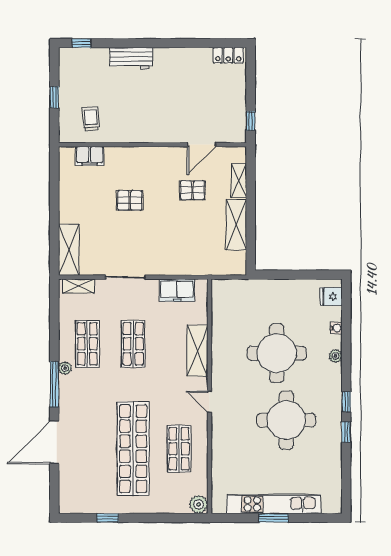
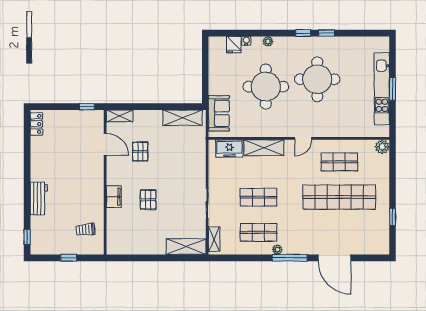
filing cabinet: (90, 156) -> (114, 197), moved
shelving: (239, 181) -> (120, 116), moved
shelving: (236, 225) -> (183, 118), moved
freezer: (177, 290) -> (229, 148), moved, turned 90
sofa: (242, 292) -> (219, 113), added
fridge: (331, 297) -> (234, 45), moved

